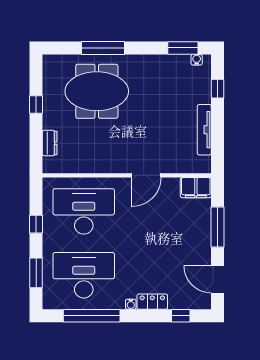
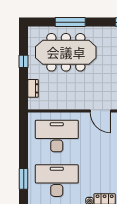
meeting table: (97, 91) -> (66, 52), width x1.36
door: (146, 175) -> (100, 111), hinge flipped
window: (36, 224) -> (24, 145), removed

